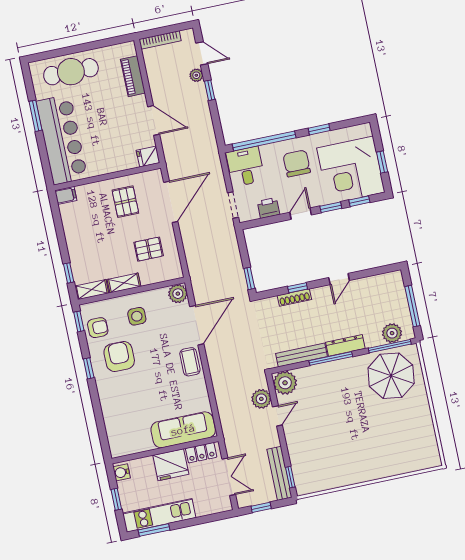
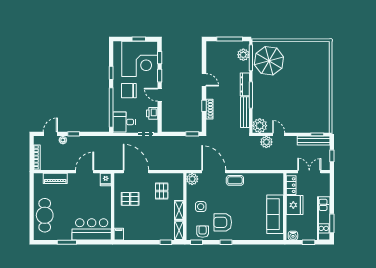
bar counter: (62, 140) -> (92, 229), width x0.73
sofa: (183, 430) -> (275, 214), moved

